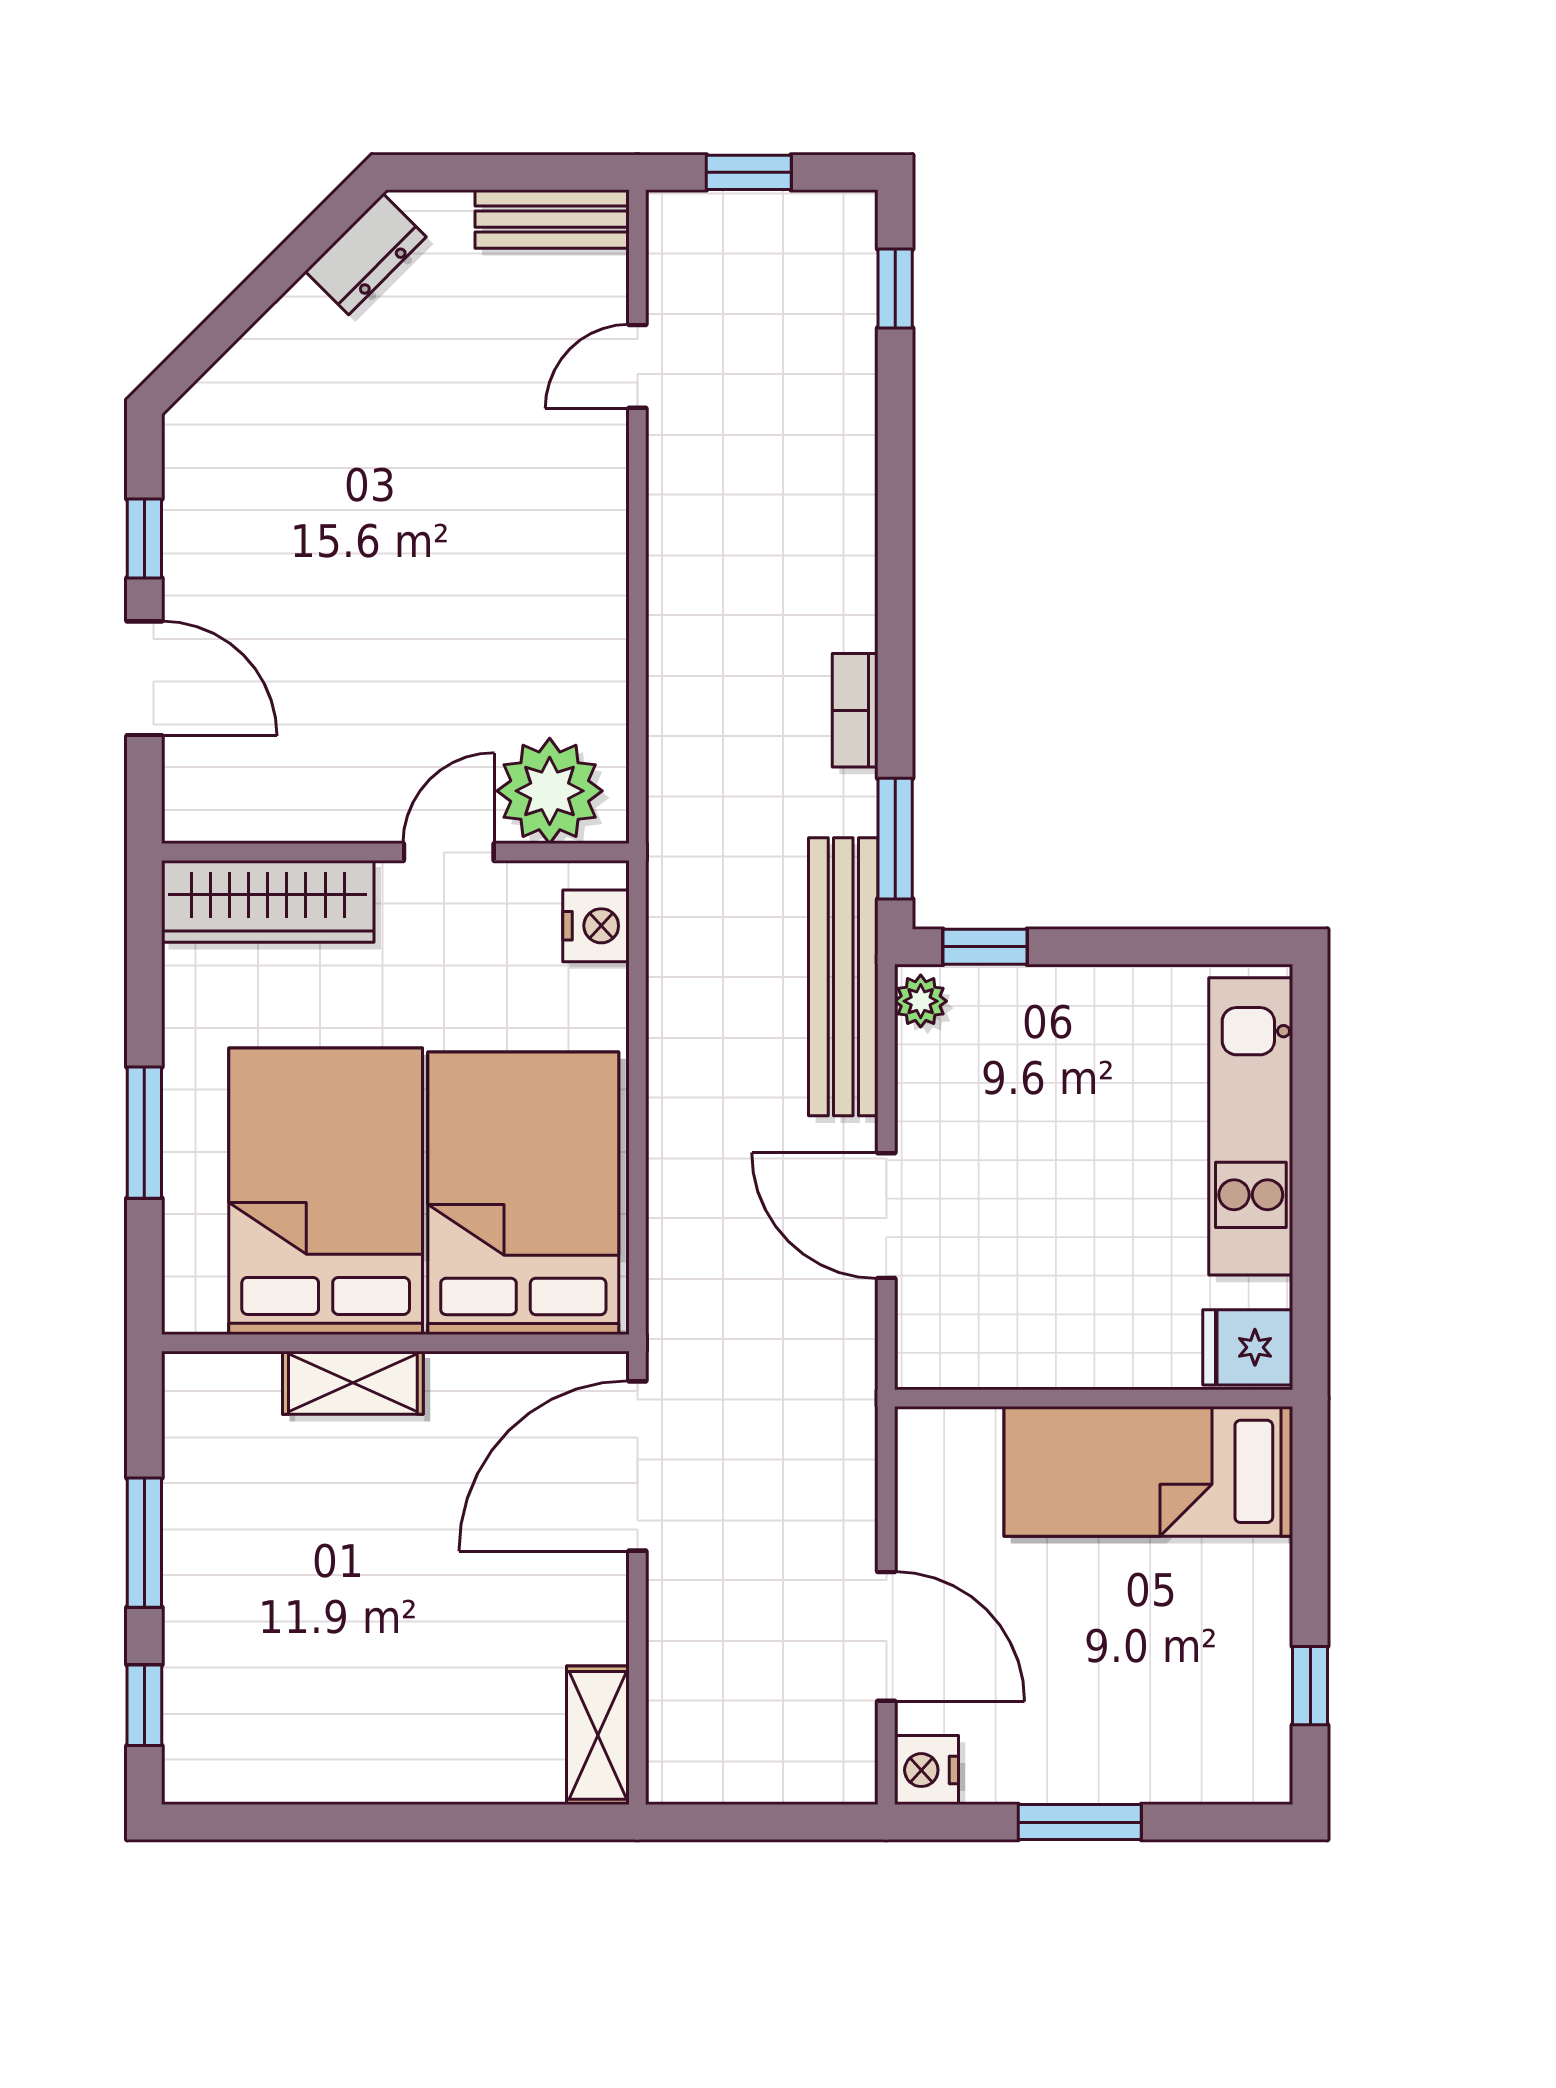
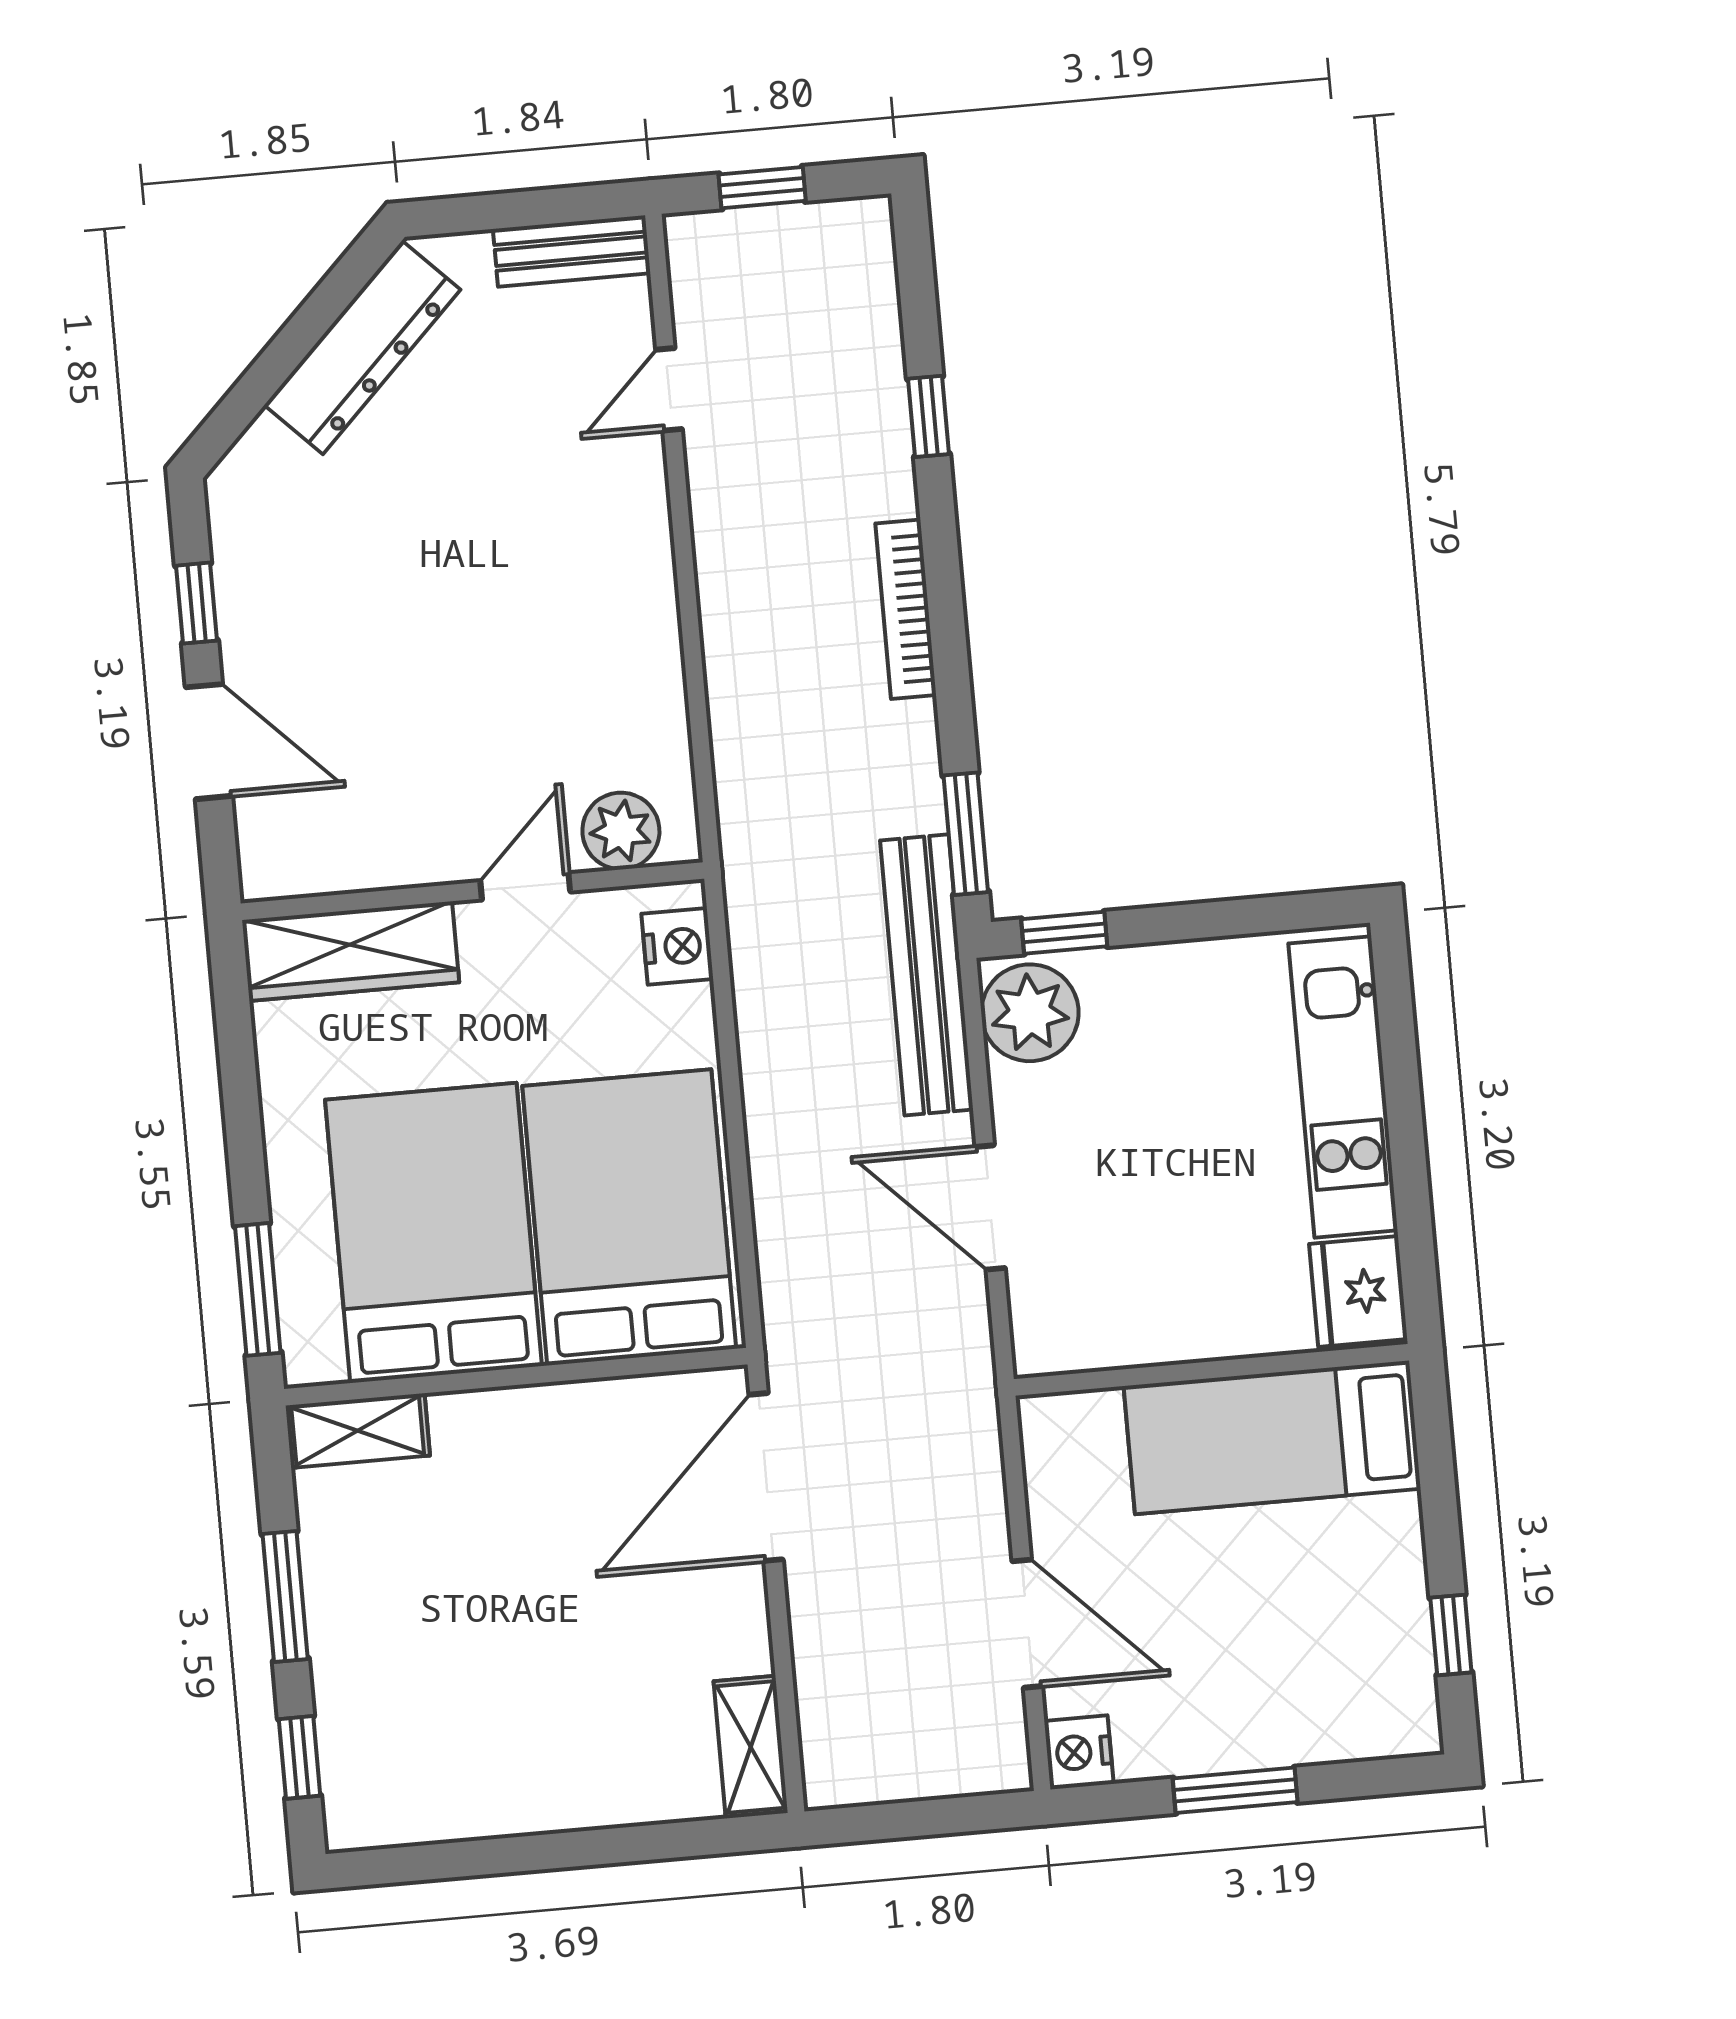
dresser: (366, 254) -> (362, 347), width x1.96, depth x1.24
window: (895, 289) -> (929, 416), moved
bookcase: (855, 710) -> (906, 609), moved, width x1.56
plant: (550, 791) -> (621, 831), width x0.73, depth x0.73
plant: (921, 1001) -> (1030, 1013), width x1.87, depth x1.87
window: (144, 1133) -> (258, 1289), moved
fridge: (1248, 1347) -> (1358, 1291), width x1.38
shelving: (353, 1383) -> (358, 1431), moved

